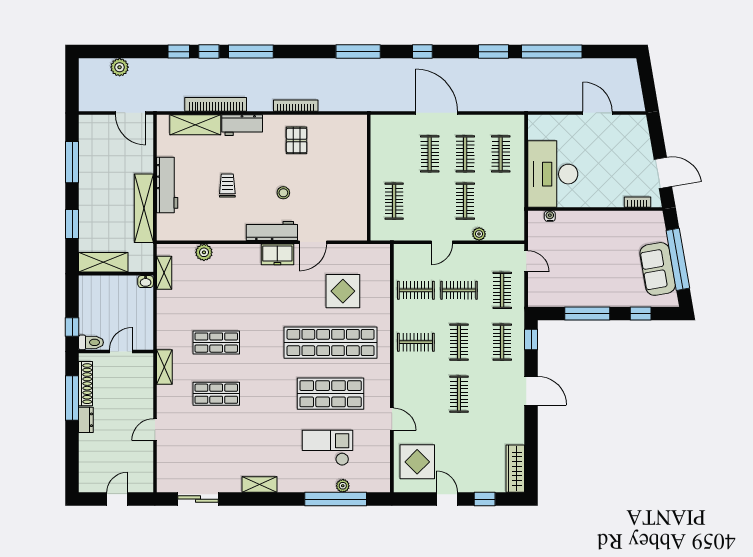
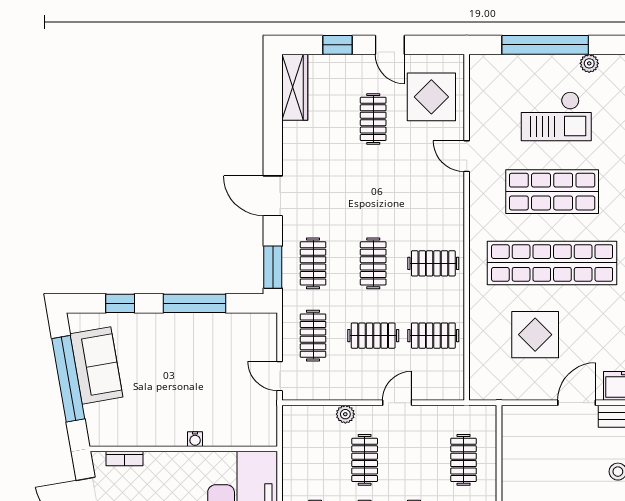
water cooler: (550, 216) -> (195, 439), moved
window: (531, 340) -> (273, 267), width x1.50
clothes rail: (459, 394) -> (373, 119), moved
plant: (343, 486) -> (589, 63), moved

